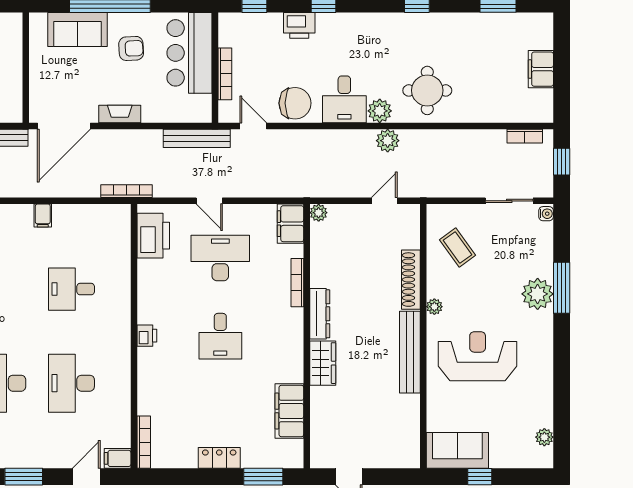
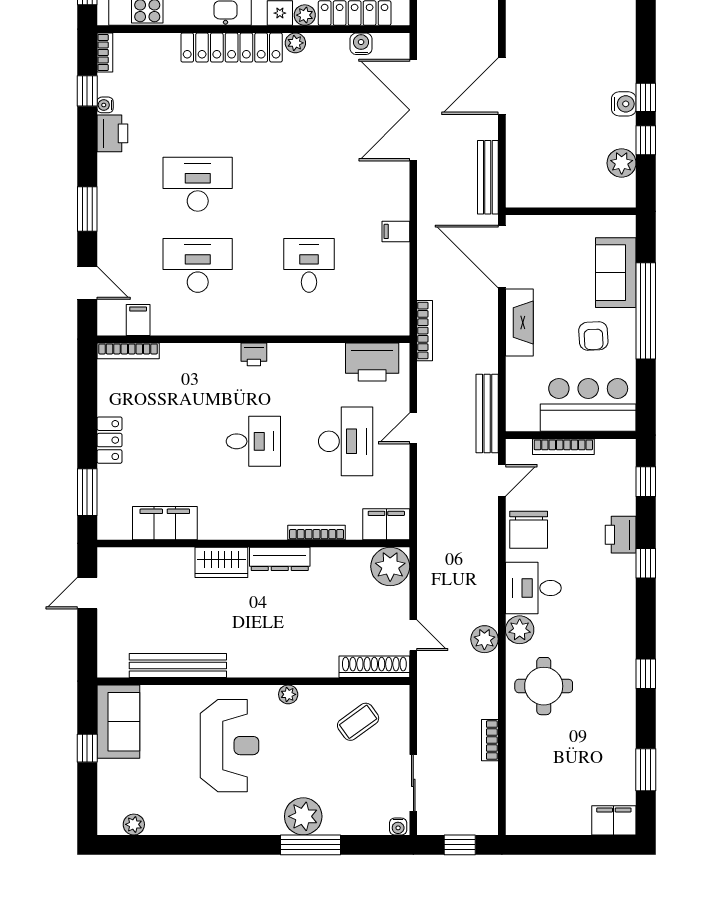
filing cabinet: (541, 69) -> (614, 820), moved
fireplace: (120, 114) -> (519, 323), width x1.37, depth x1.32
bookcase: (525, 136) -> (490, 740), moved
plant: (319, 213) -> (390, 566), width x1.88, depth x1.88
shoe rack: (411, 280) -> (374, 667), moved
desk: (220, 336) -> (253, 441), turned 180
bench: (410, 352) -> (178, 665), moved
filing cabinet: (118, 458) -> (138, 320), moved

